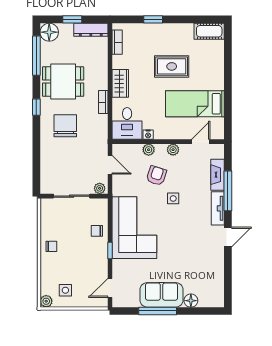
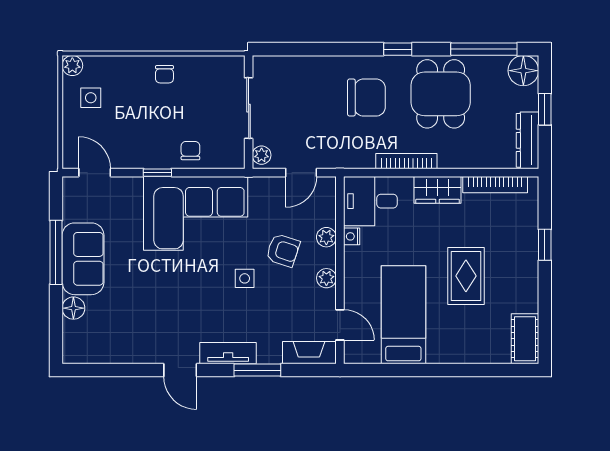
bookcase: (117, 42) -> (495, 185), width x1.56
bookcase: (103, 102) -> (406, 161), width x1.56
fireplace: (217, 175) -> (309, 353), moved
window: (228, 191) -> (257, 370), width x0.69

